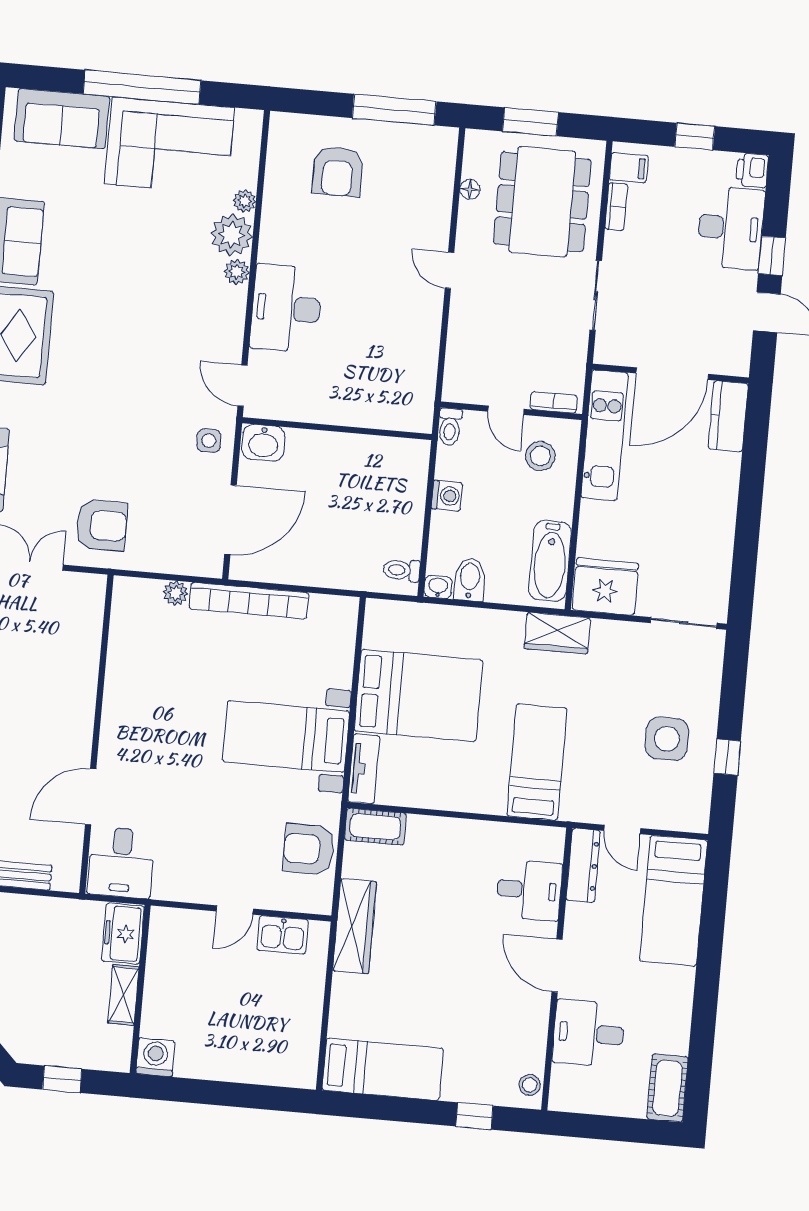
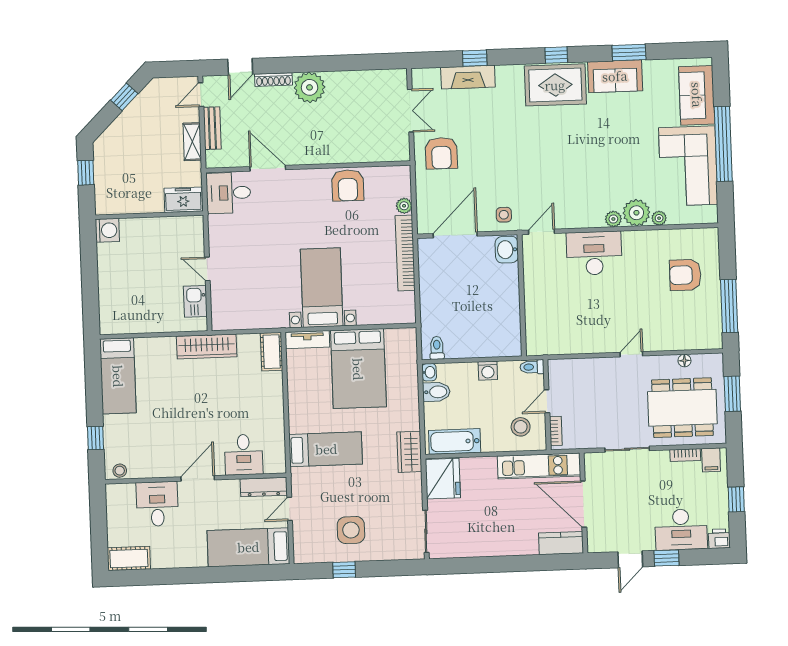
door: (231, 520) -> (455, 235), swing flipped
armchair: (309, 849) -> (348, 185), moved, turned 180
shelving: (123, 995) -> (192, 142), moved, turned 90

